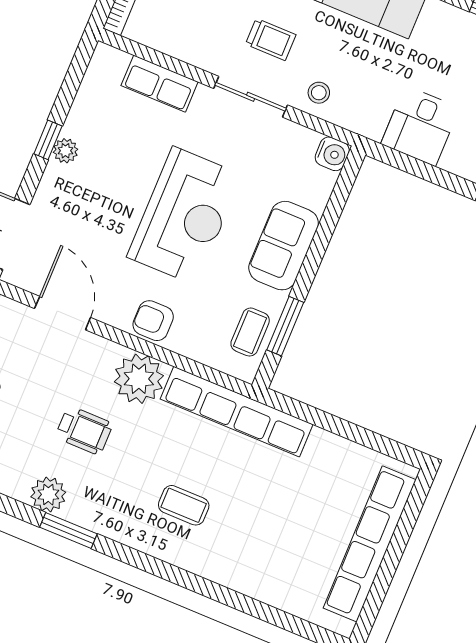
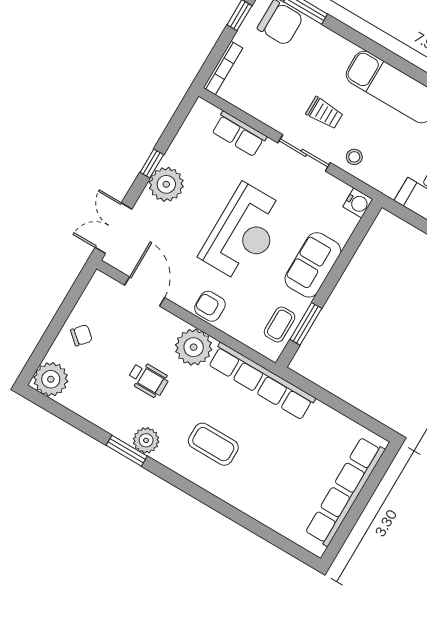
plant: (65, 151) -> (166, 184), width x1.88, depth x1.88
plant: (48, 495) -> (146, 440), moved
coffee table: (184, 505) -> (213, 444), width x1.36, depth x1.30

